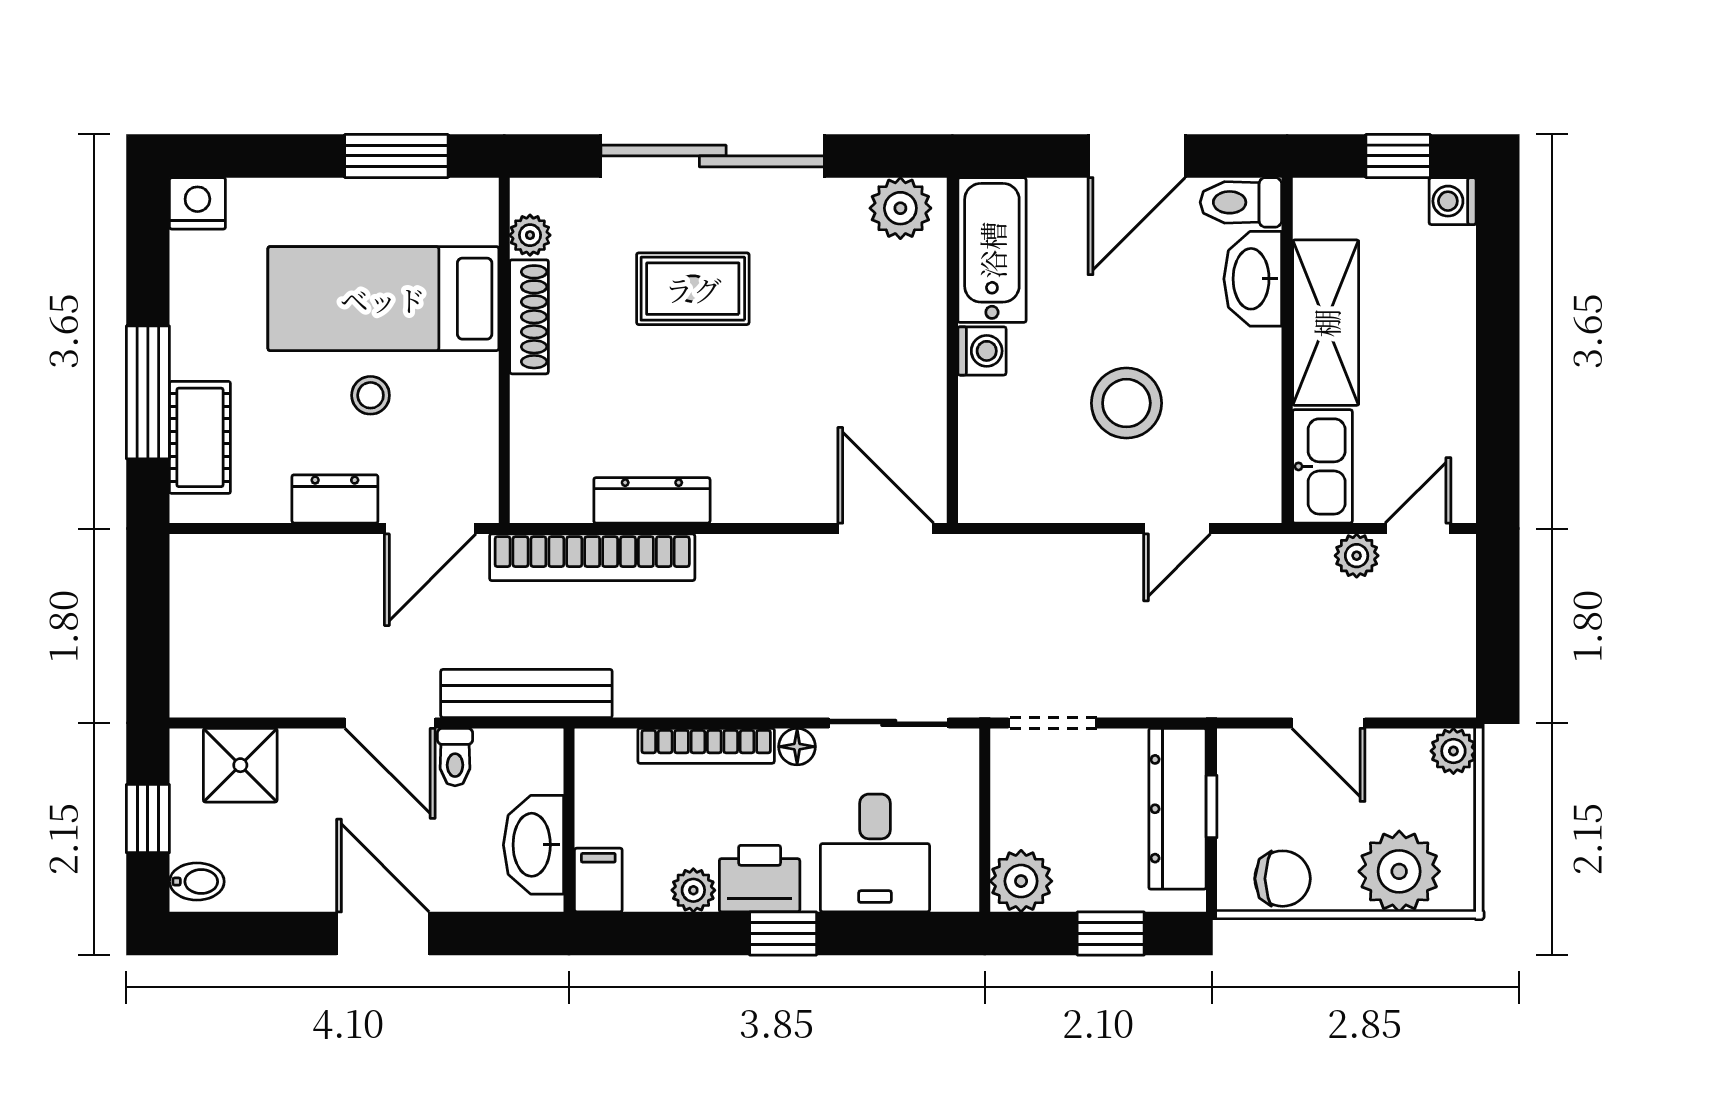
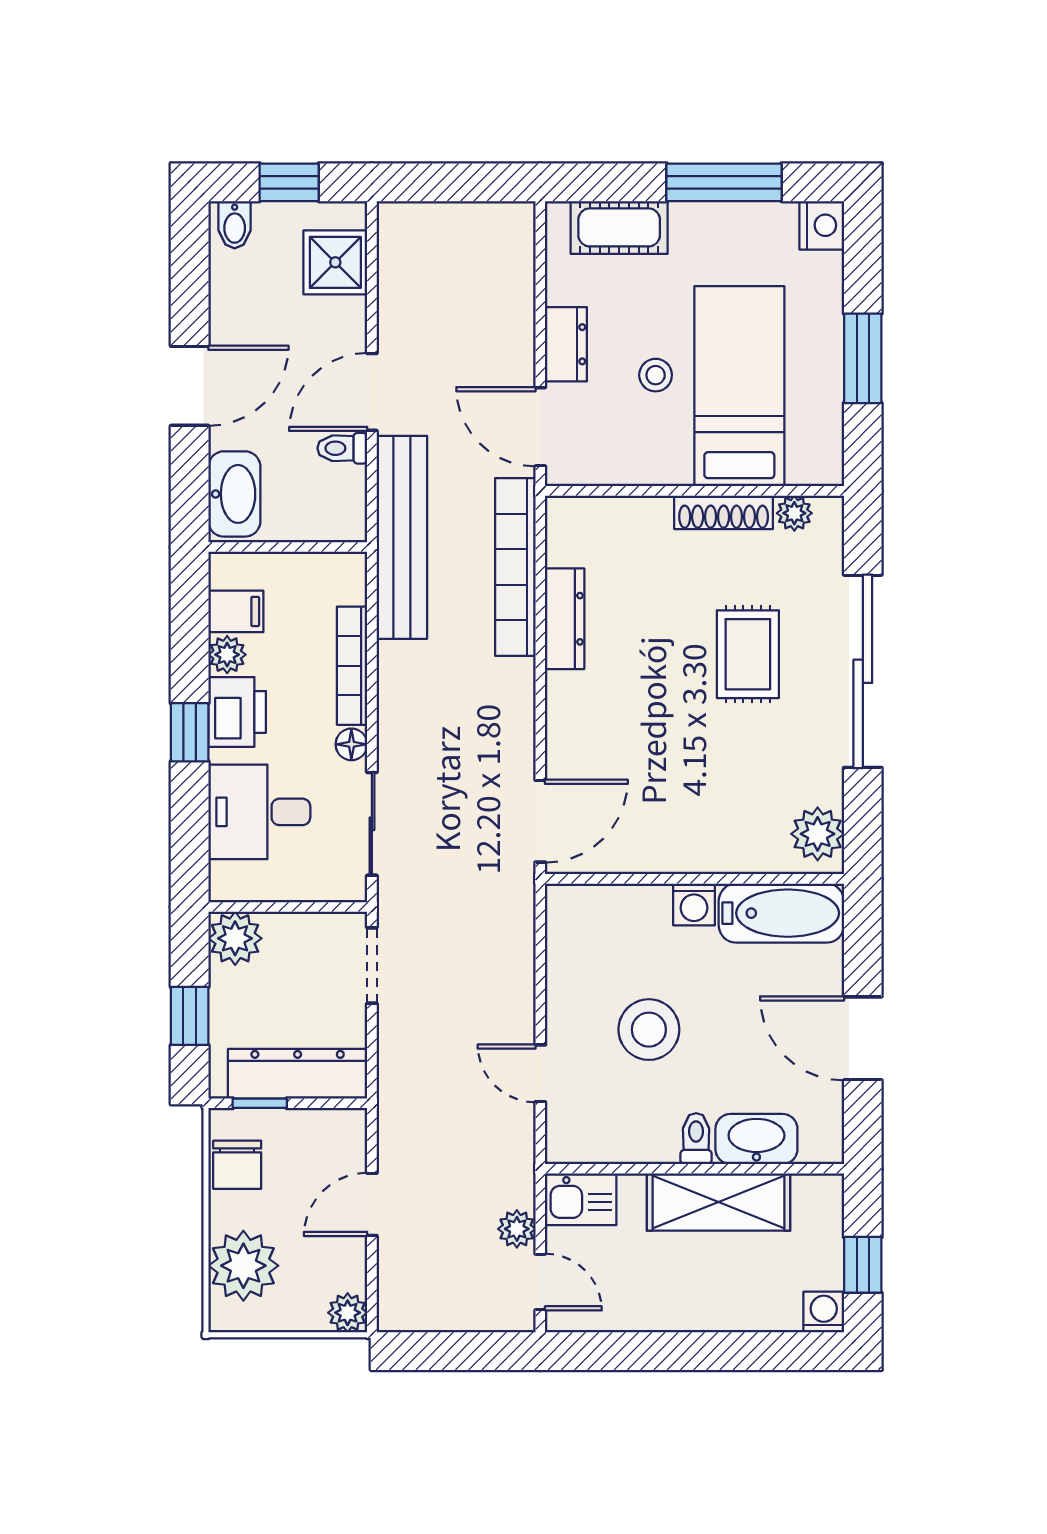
window: (396, 156) -> (863, 358), moved
toilet: (1241, 202) -> (696, 1139), moved, width x0.73, depth x0.72
window: (148, 392) -> (724, 182), moved
kitchen sink: (1322, 466) -> (581, 1199), width x0.73
bench: (526, 693) -> (402, 537), width x1.37, depth x1.21
window: (1212, 806) -> (260, 1103), moved
washbasin: (534, 845) -> (234, 494), moved, turned 90
filing cabinet: (598, 880) -> (236, 611), moved

